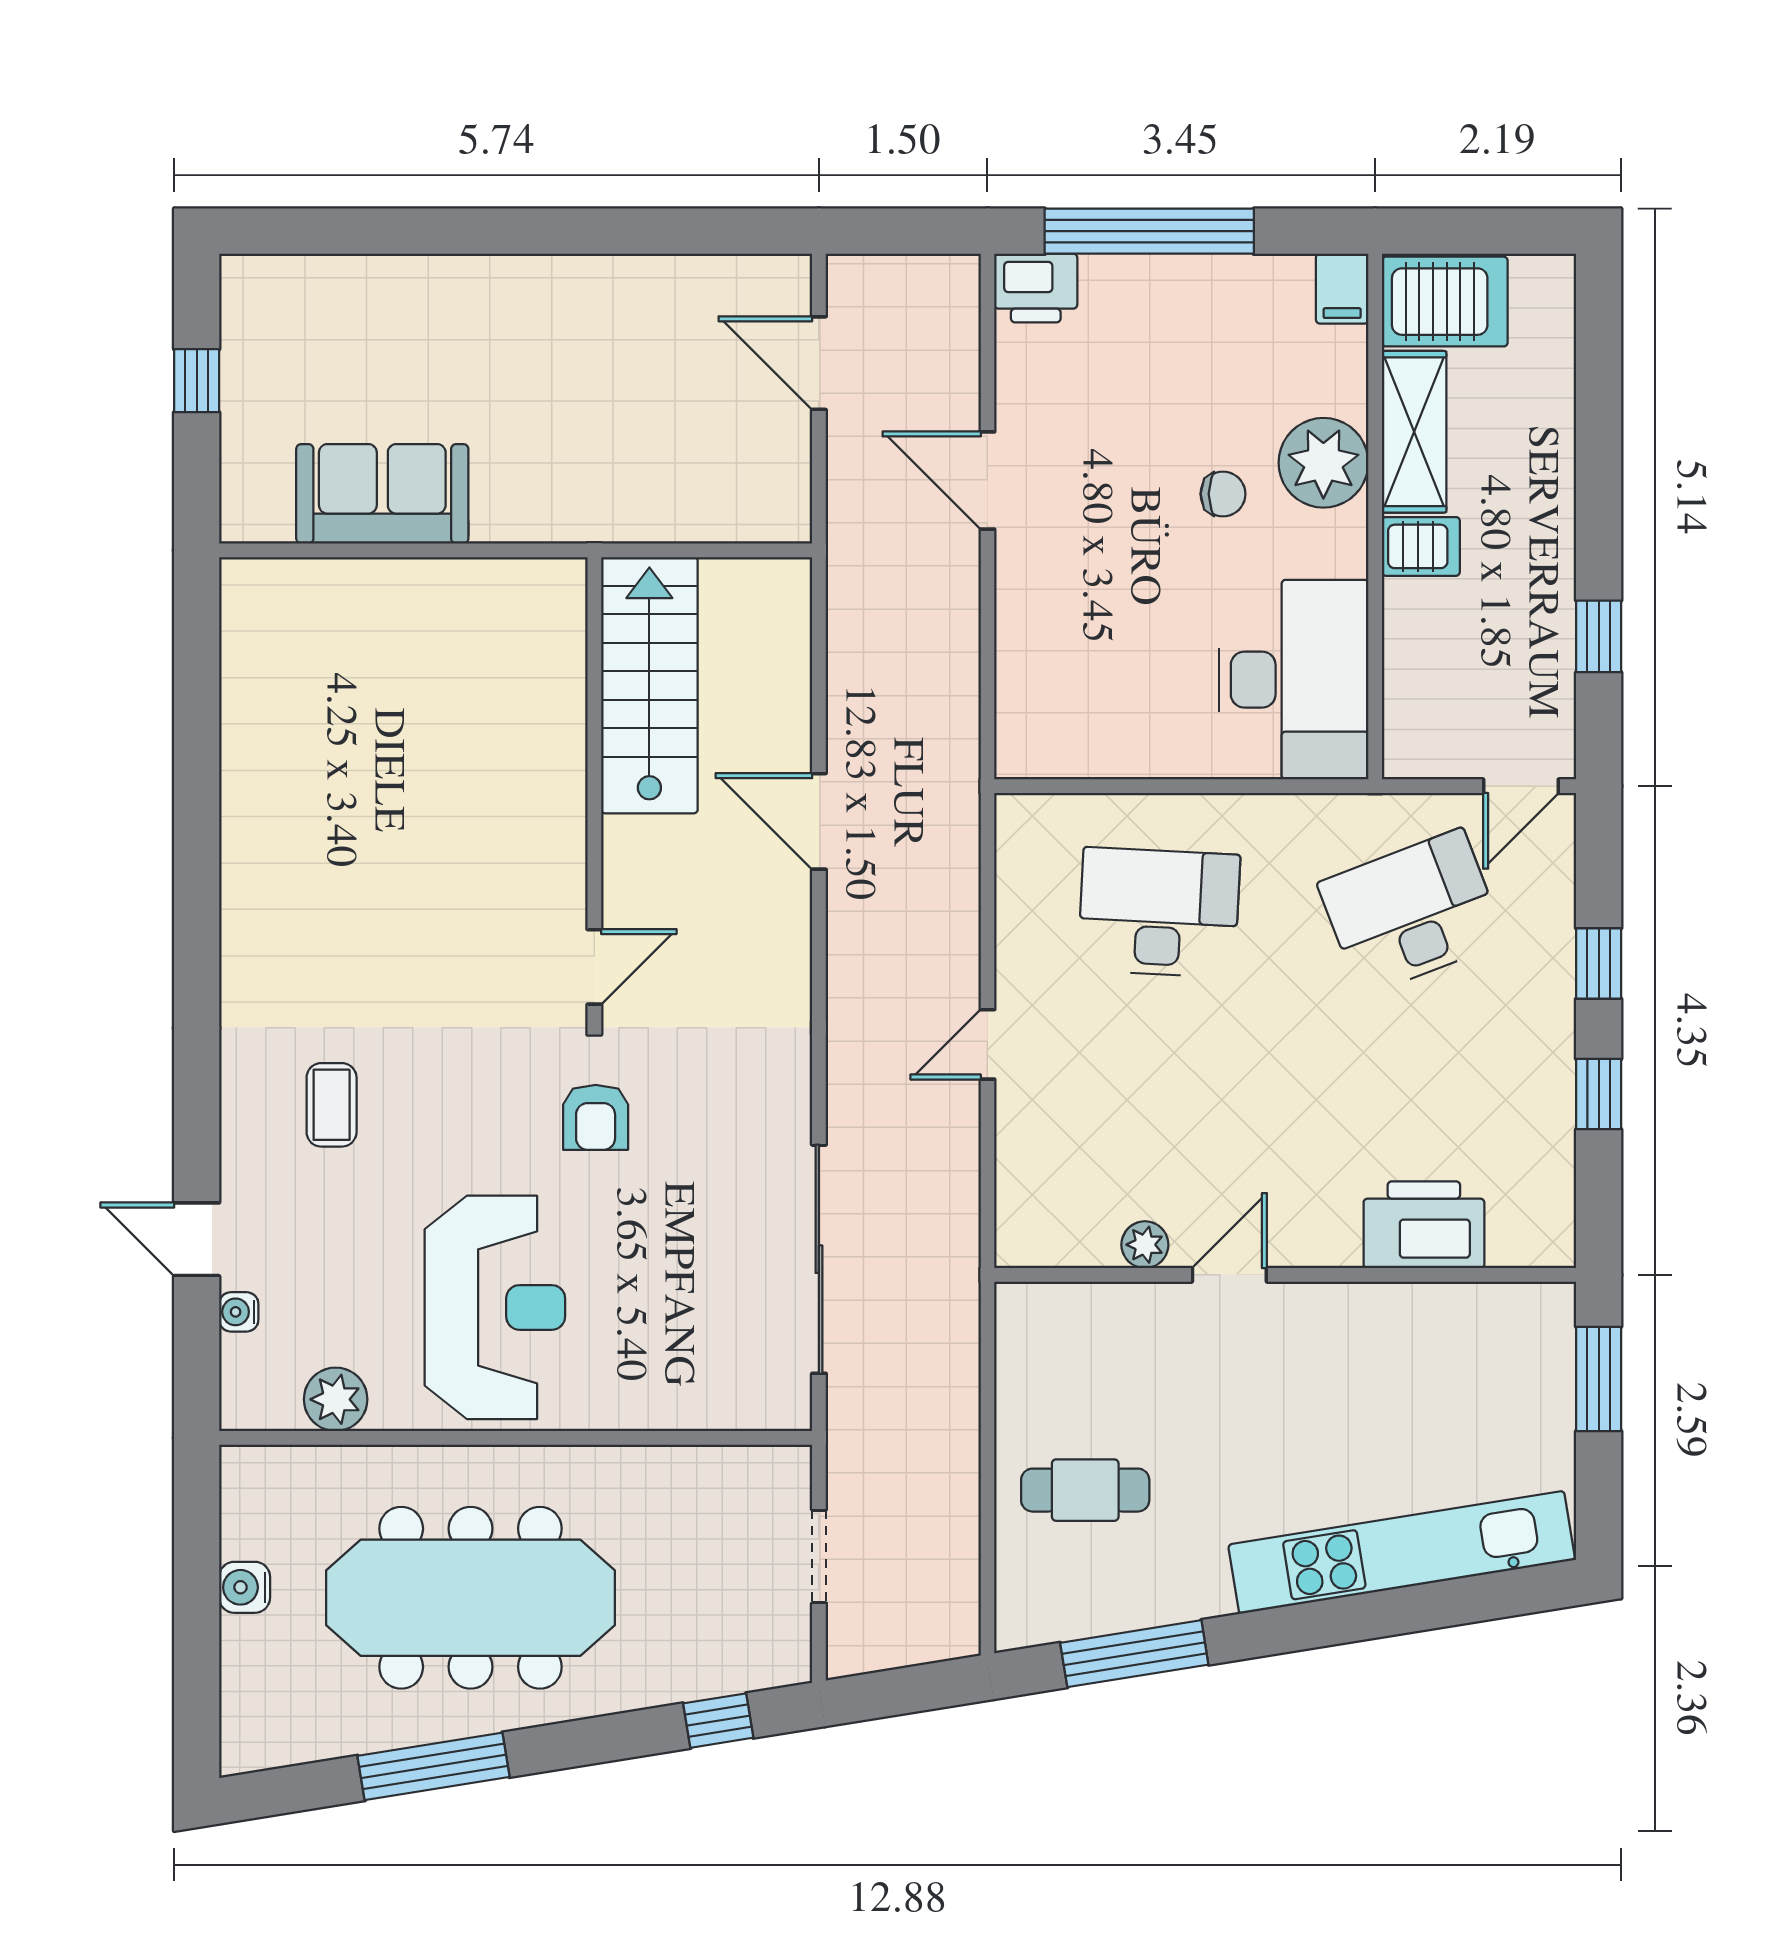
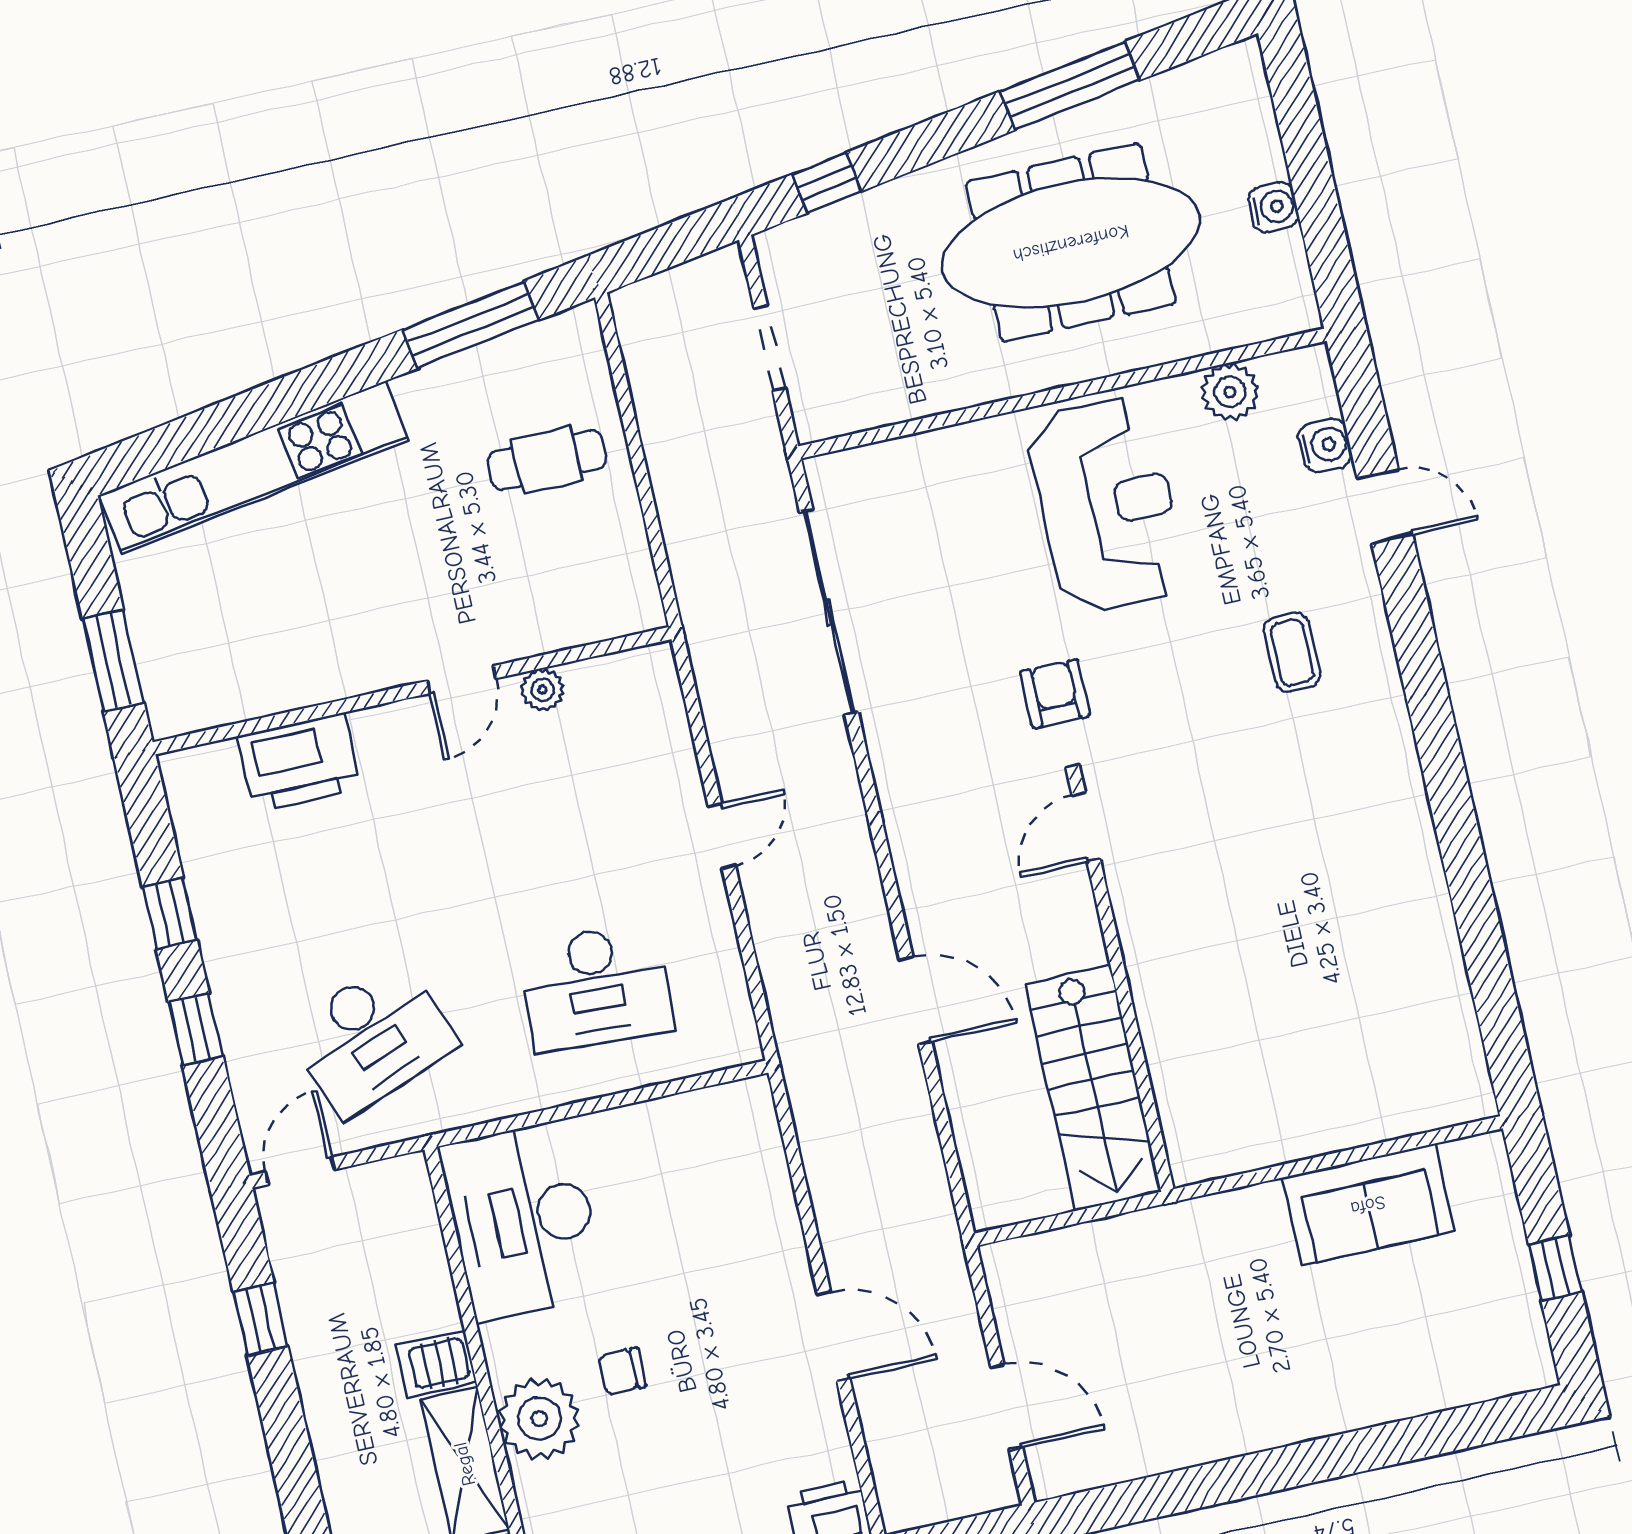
reception desk: (495, 1307) -> (1107, 505), turned 180
water cooler: (239, 1312) -> (1325, 445), width x1.38, depth x1.38

